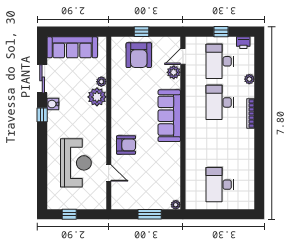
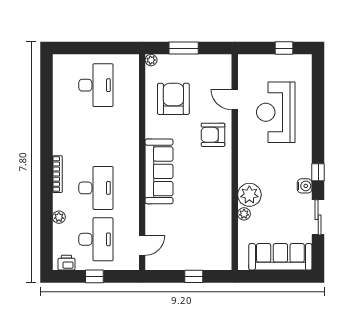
armchair: (139, 55) -> (173, 99), moved
plant: (174, 72) -> (154, 226), removed

